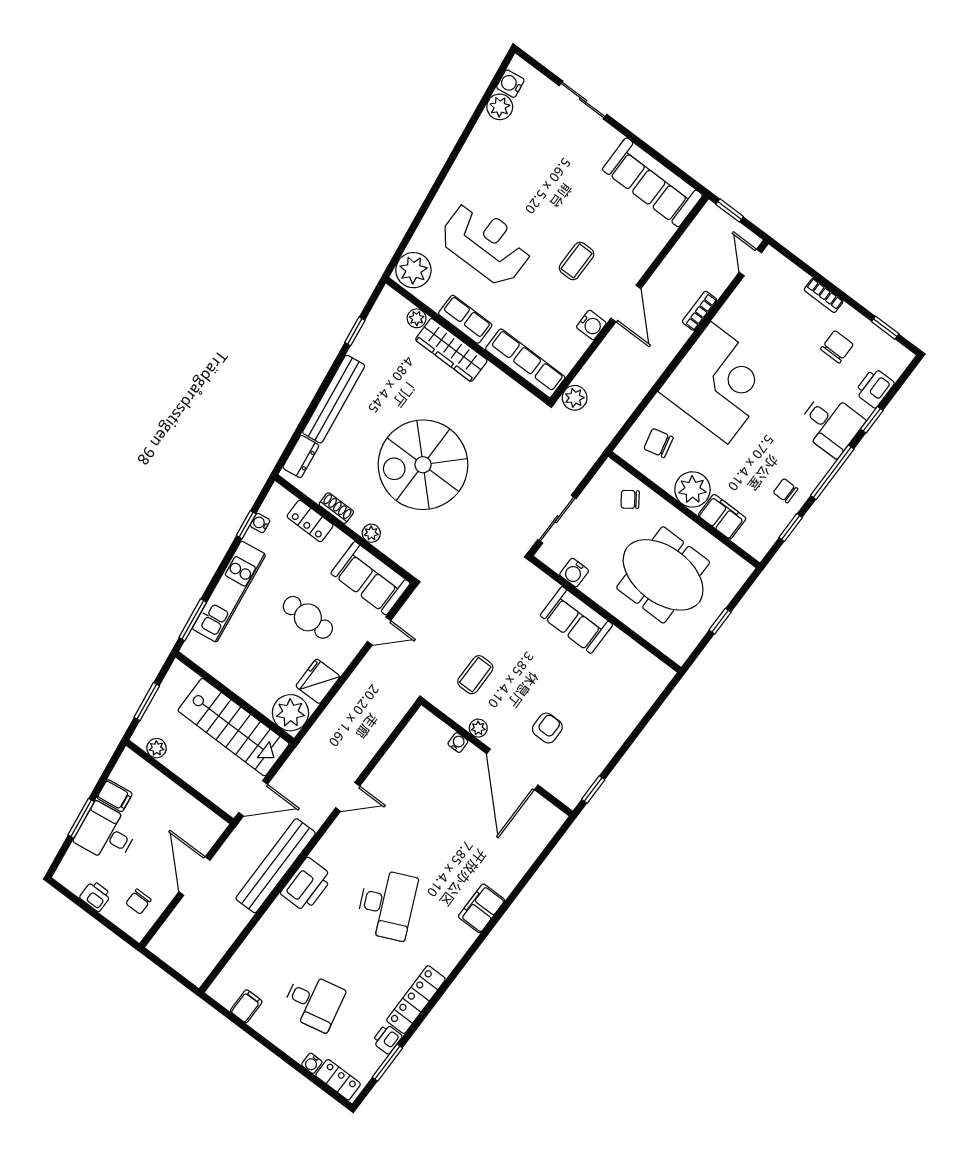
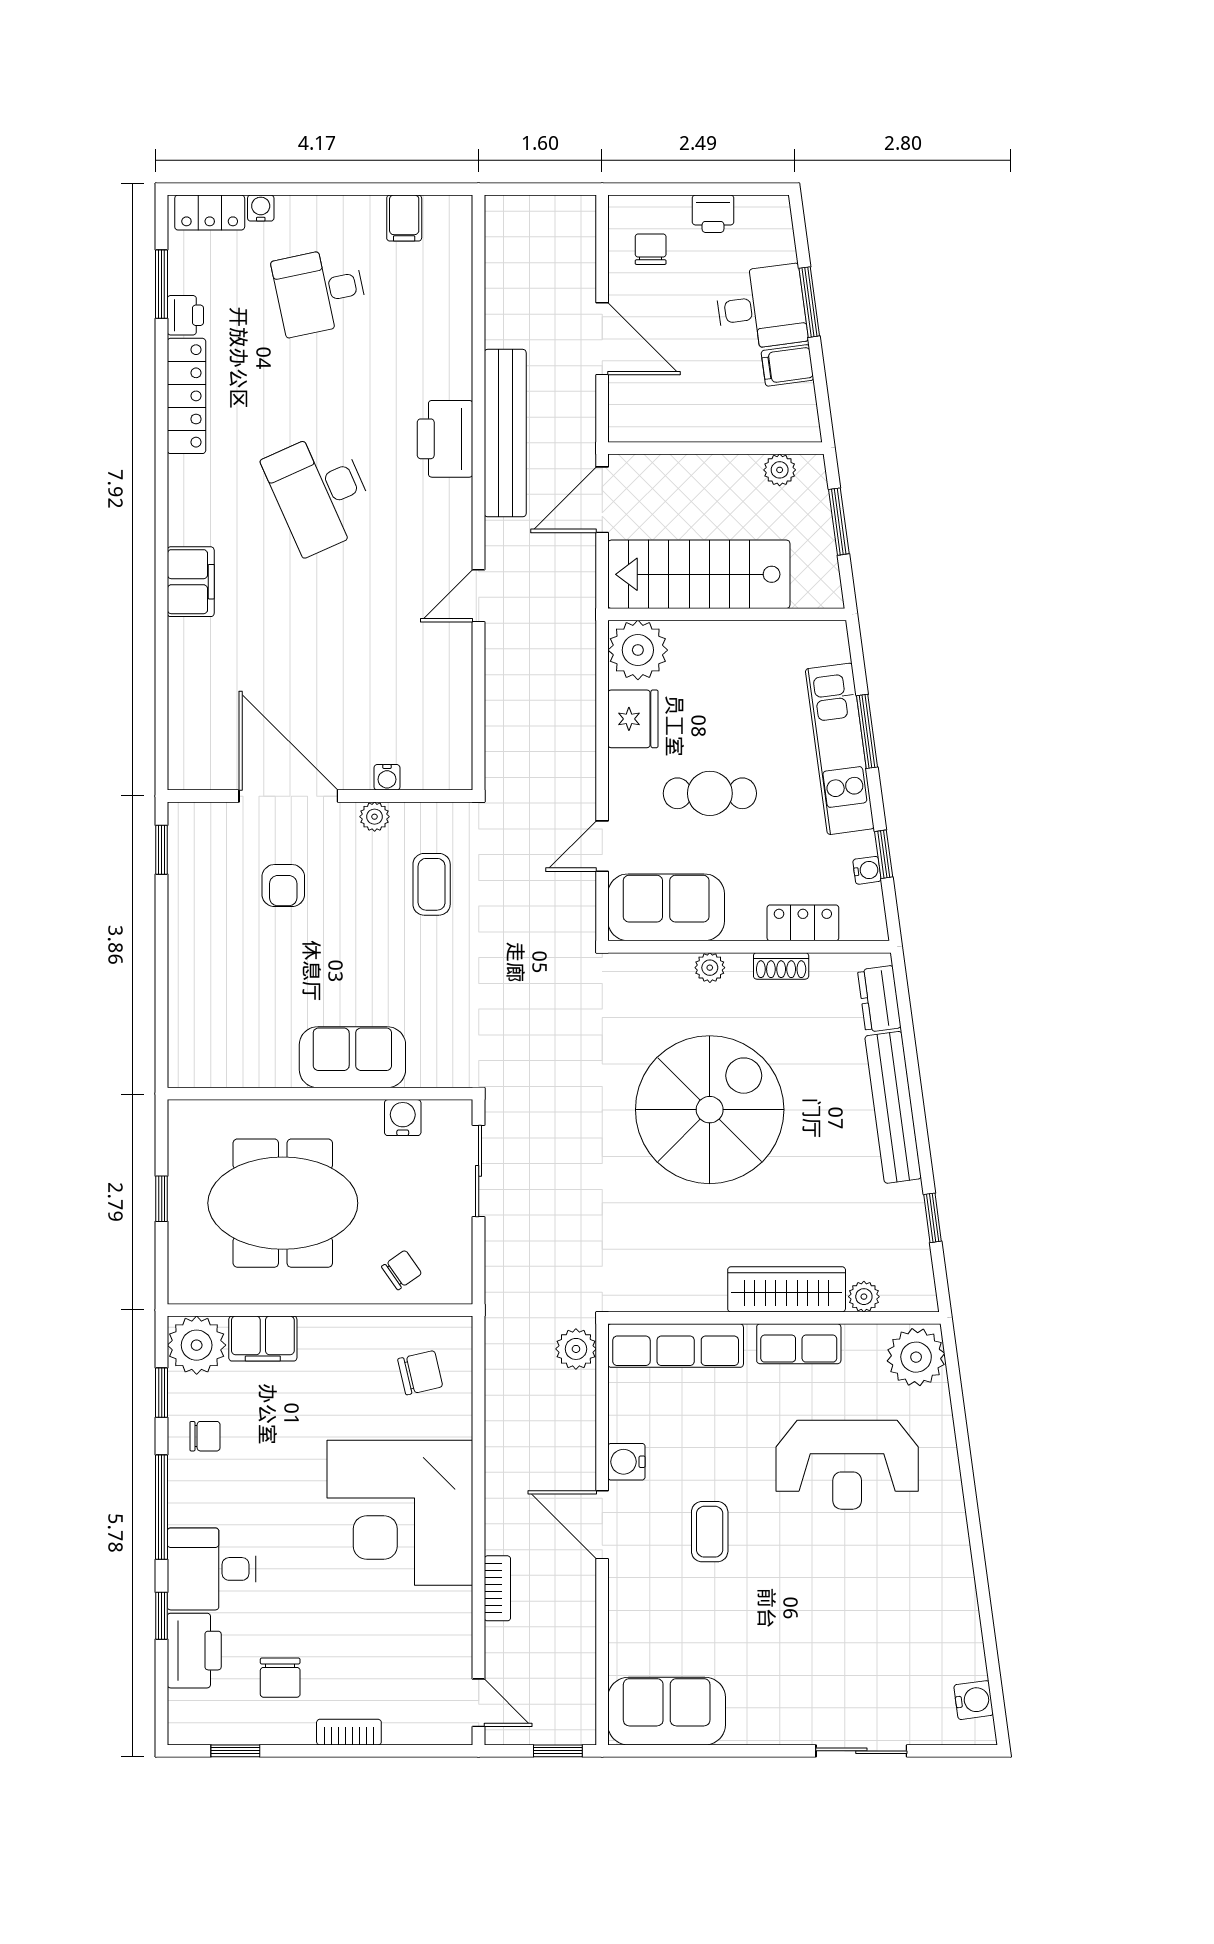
plant: (500, 107) -> (965, 1659), removed
sofa: (652, 182) -> (667, 1711), width x0.73
printer: (874, 388) -> (194, 1651), width x1.37, depth x1.19
plant: (692, 489) -> (197, 1345), moved
window: (193, 620) -> (867, 731), moved

